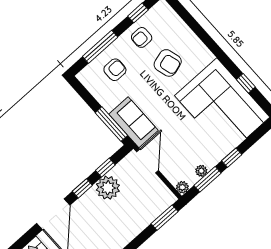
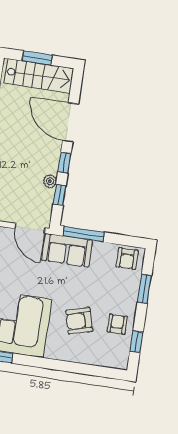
window: (100, 47) -> (144, 289), width x0.69
armchair: (115, 70) -> (127, 259), moved
plant: (108, 188) -> (50, 181), width x0.53, depth x0.53

